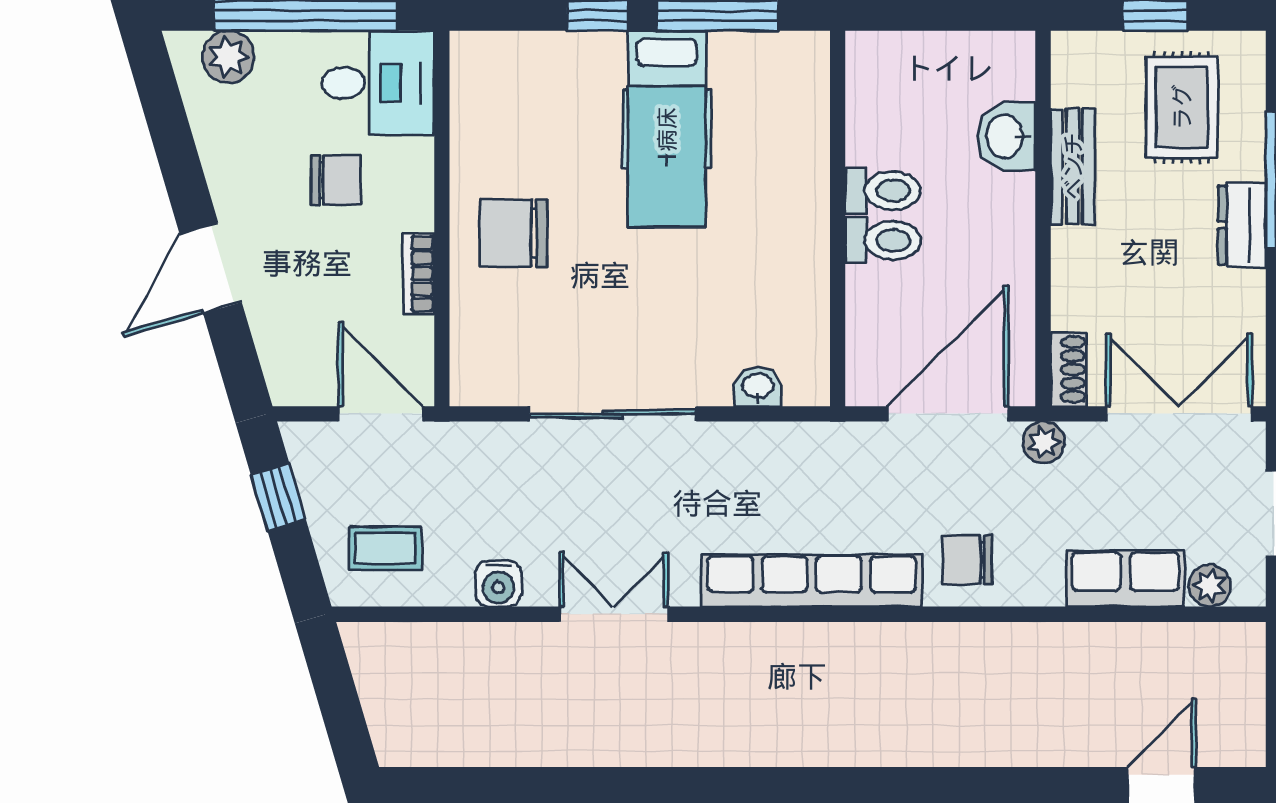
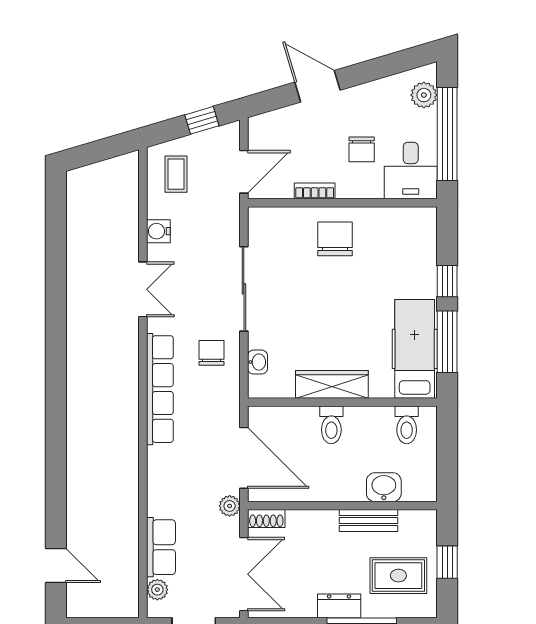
hospital bed: (667, 129) -> (415, 349), moved, turned 90
toilet: (883, 191) -> (407, 425), moved
wardrobe: (802, 239) -> (332, 384), added
chair: (967, 560) -> (211, 353), moved

